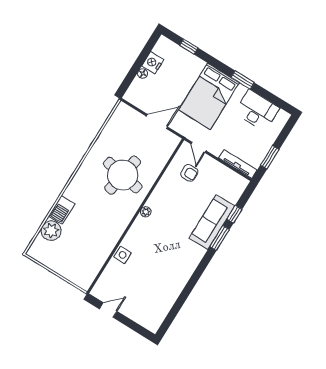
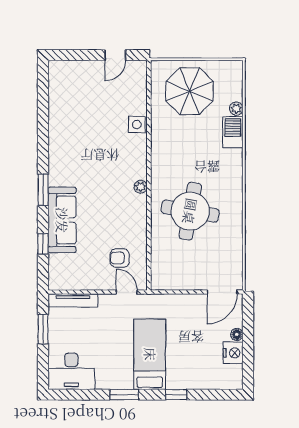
window: (189, 47) -> (176, 395), moved
bed: (209, 96) -> (150, 354), width x0.67
desk: (257, 110) -> (71, 371), moved
door: (157, 121) -> (222, 292), moved
plant: (51, 231) -> (236, 109), width x0.53, depth x0.53
window: (220, 238) -> (43, 190), moved
parasol: (74, 255) -> (190, 91), added

